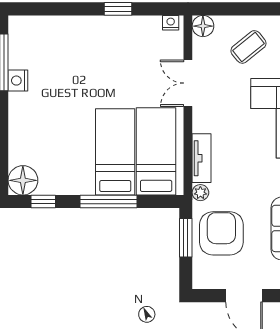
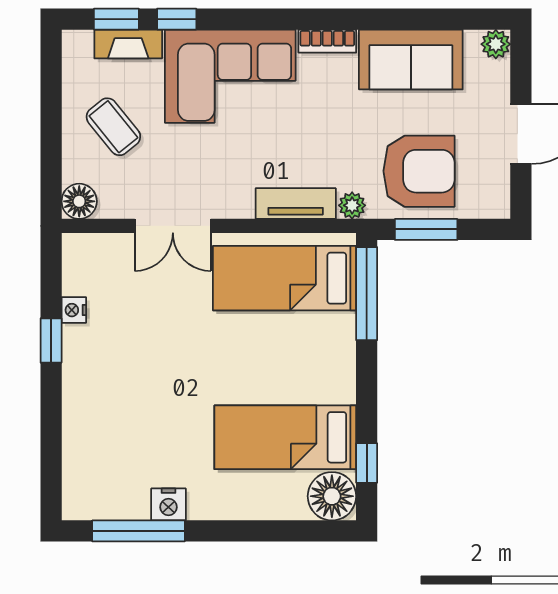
nightstand: (171, 23) -> (74, 310), moved
bed: (115, 152) -> (285, 437), moved
window: (108, 201) -> (367, 294), moved
armchair: (221, 233) -> (419, 171), turned 180

